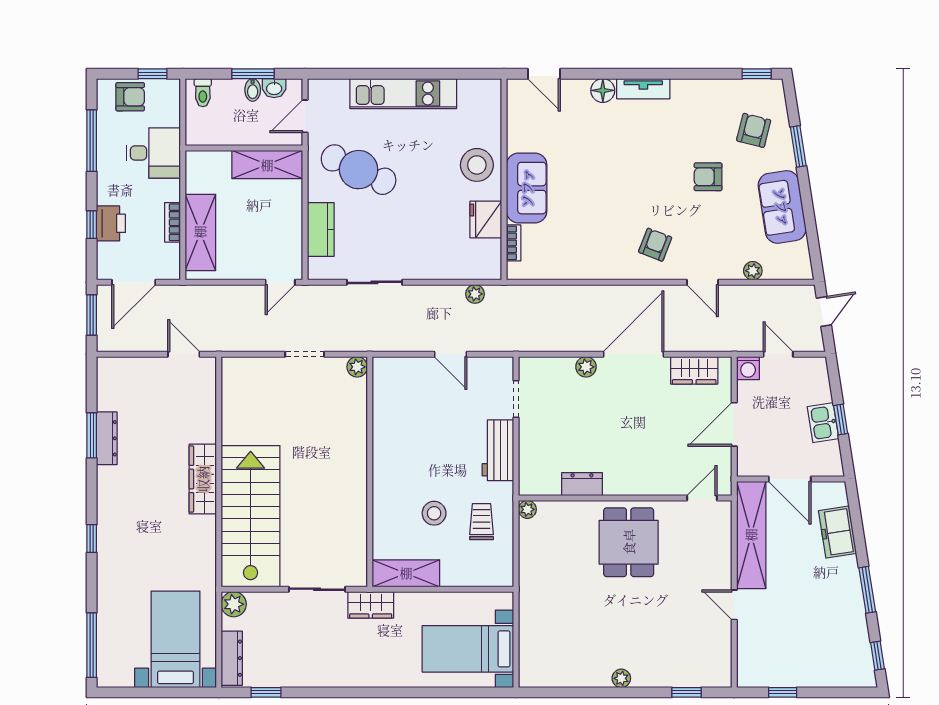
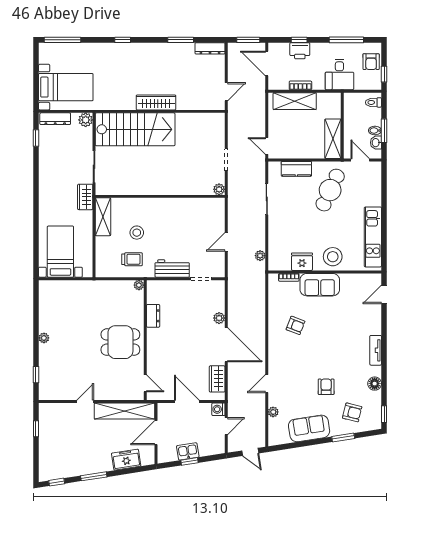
floor lamp: (603, 90) -> (375, 384), moved
kitchen unit: (403, 94) -> (373, 237), moved
armchair: (655, 245) -> (296, 325), moved
dresser: (107, 438) -> (210, 48), moved

